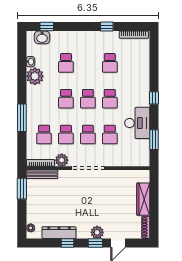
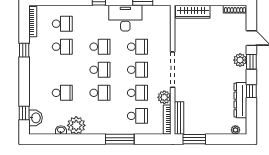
school desk: (132, 63) -> (62, 24), added
wardrobe: (143, 199) -> (193, 12), moved

